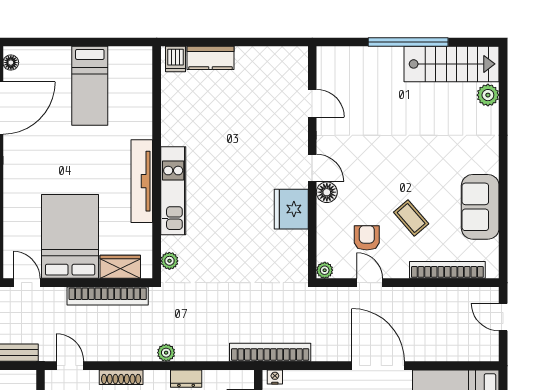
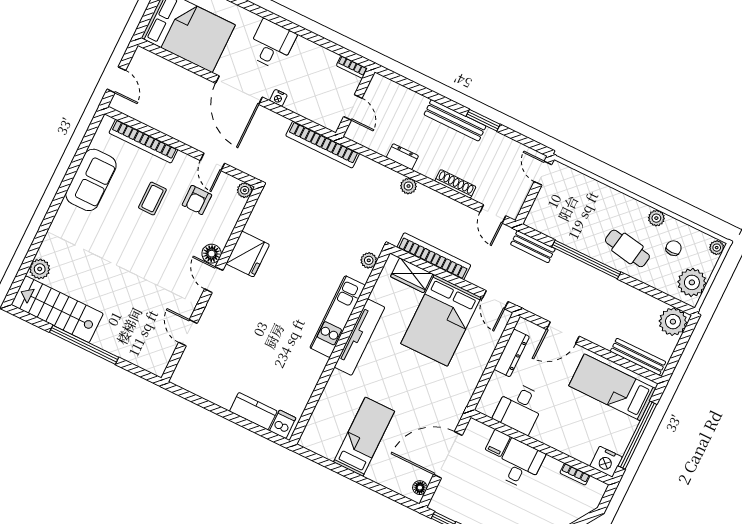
coffee table: (411, 218) -> (152, 199), turned 41
nightstand: (275, 377) -> (278, 98), moved

